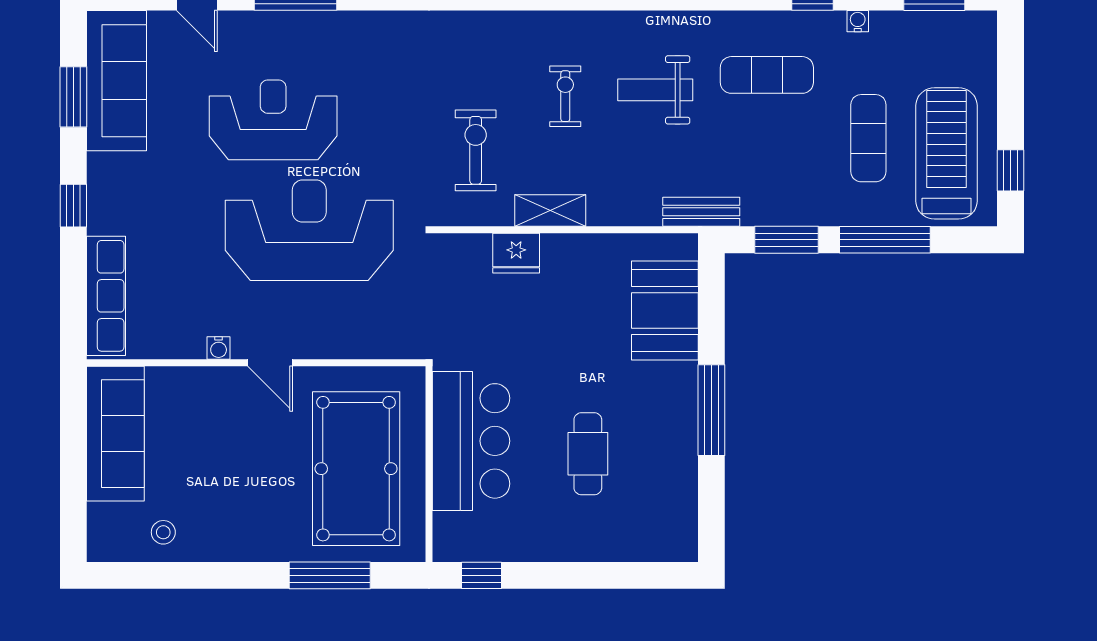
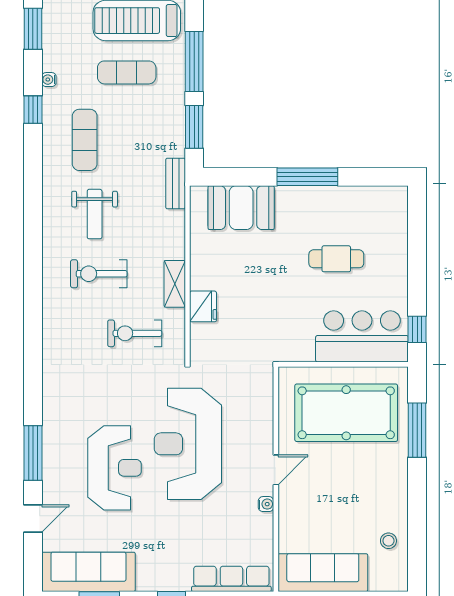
exercise bike: (565, 96) -> (99, 274), width x1.38, depth x1.39
reception desk: (273, 120) -> (114, 468), turned 180
bar counter: (471, 441) -> (362, 336), moved

